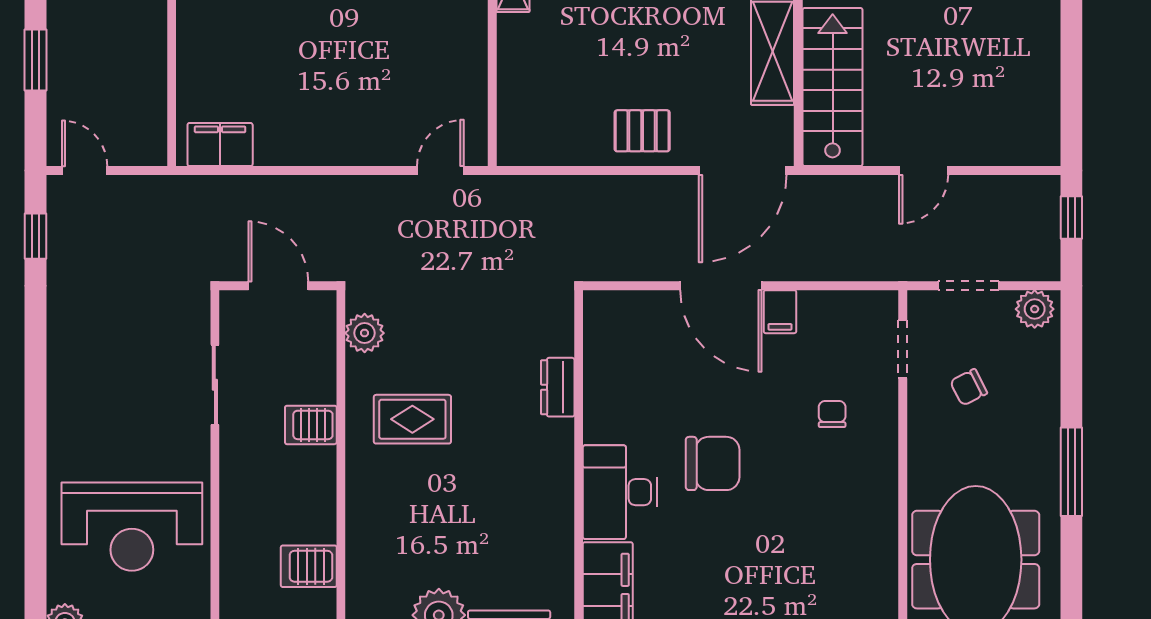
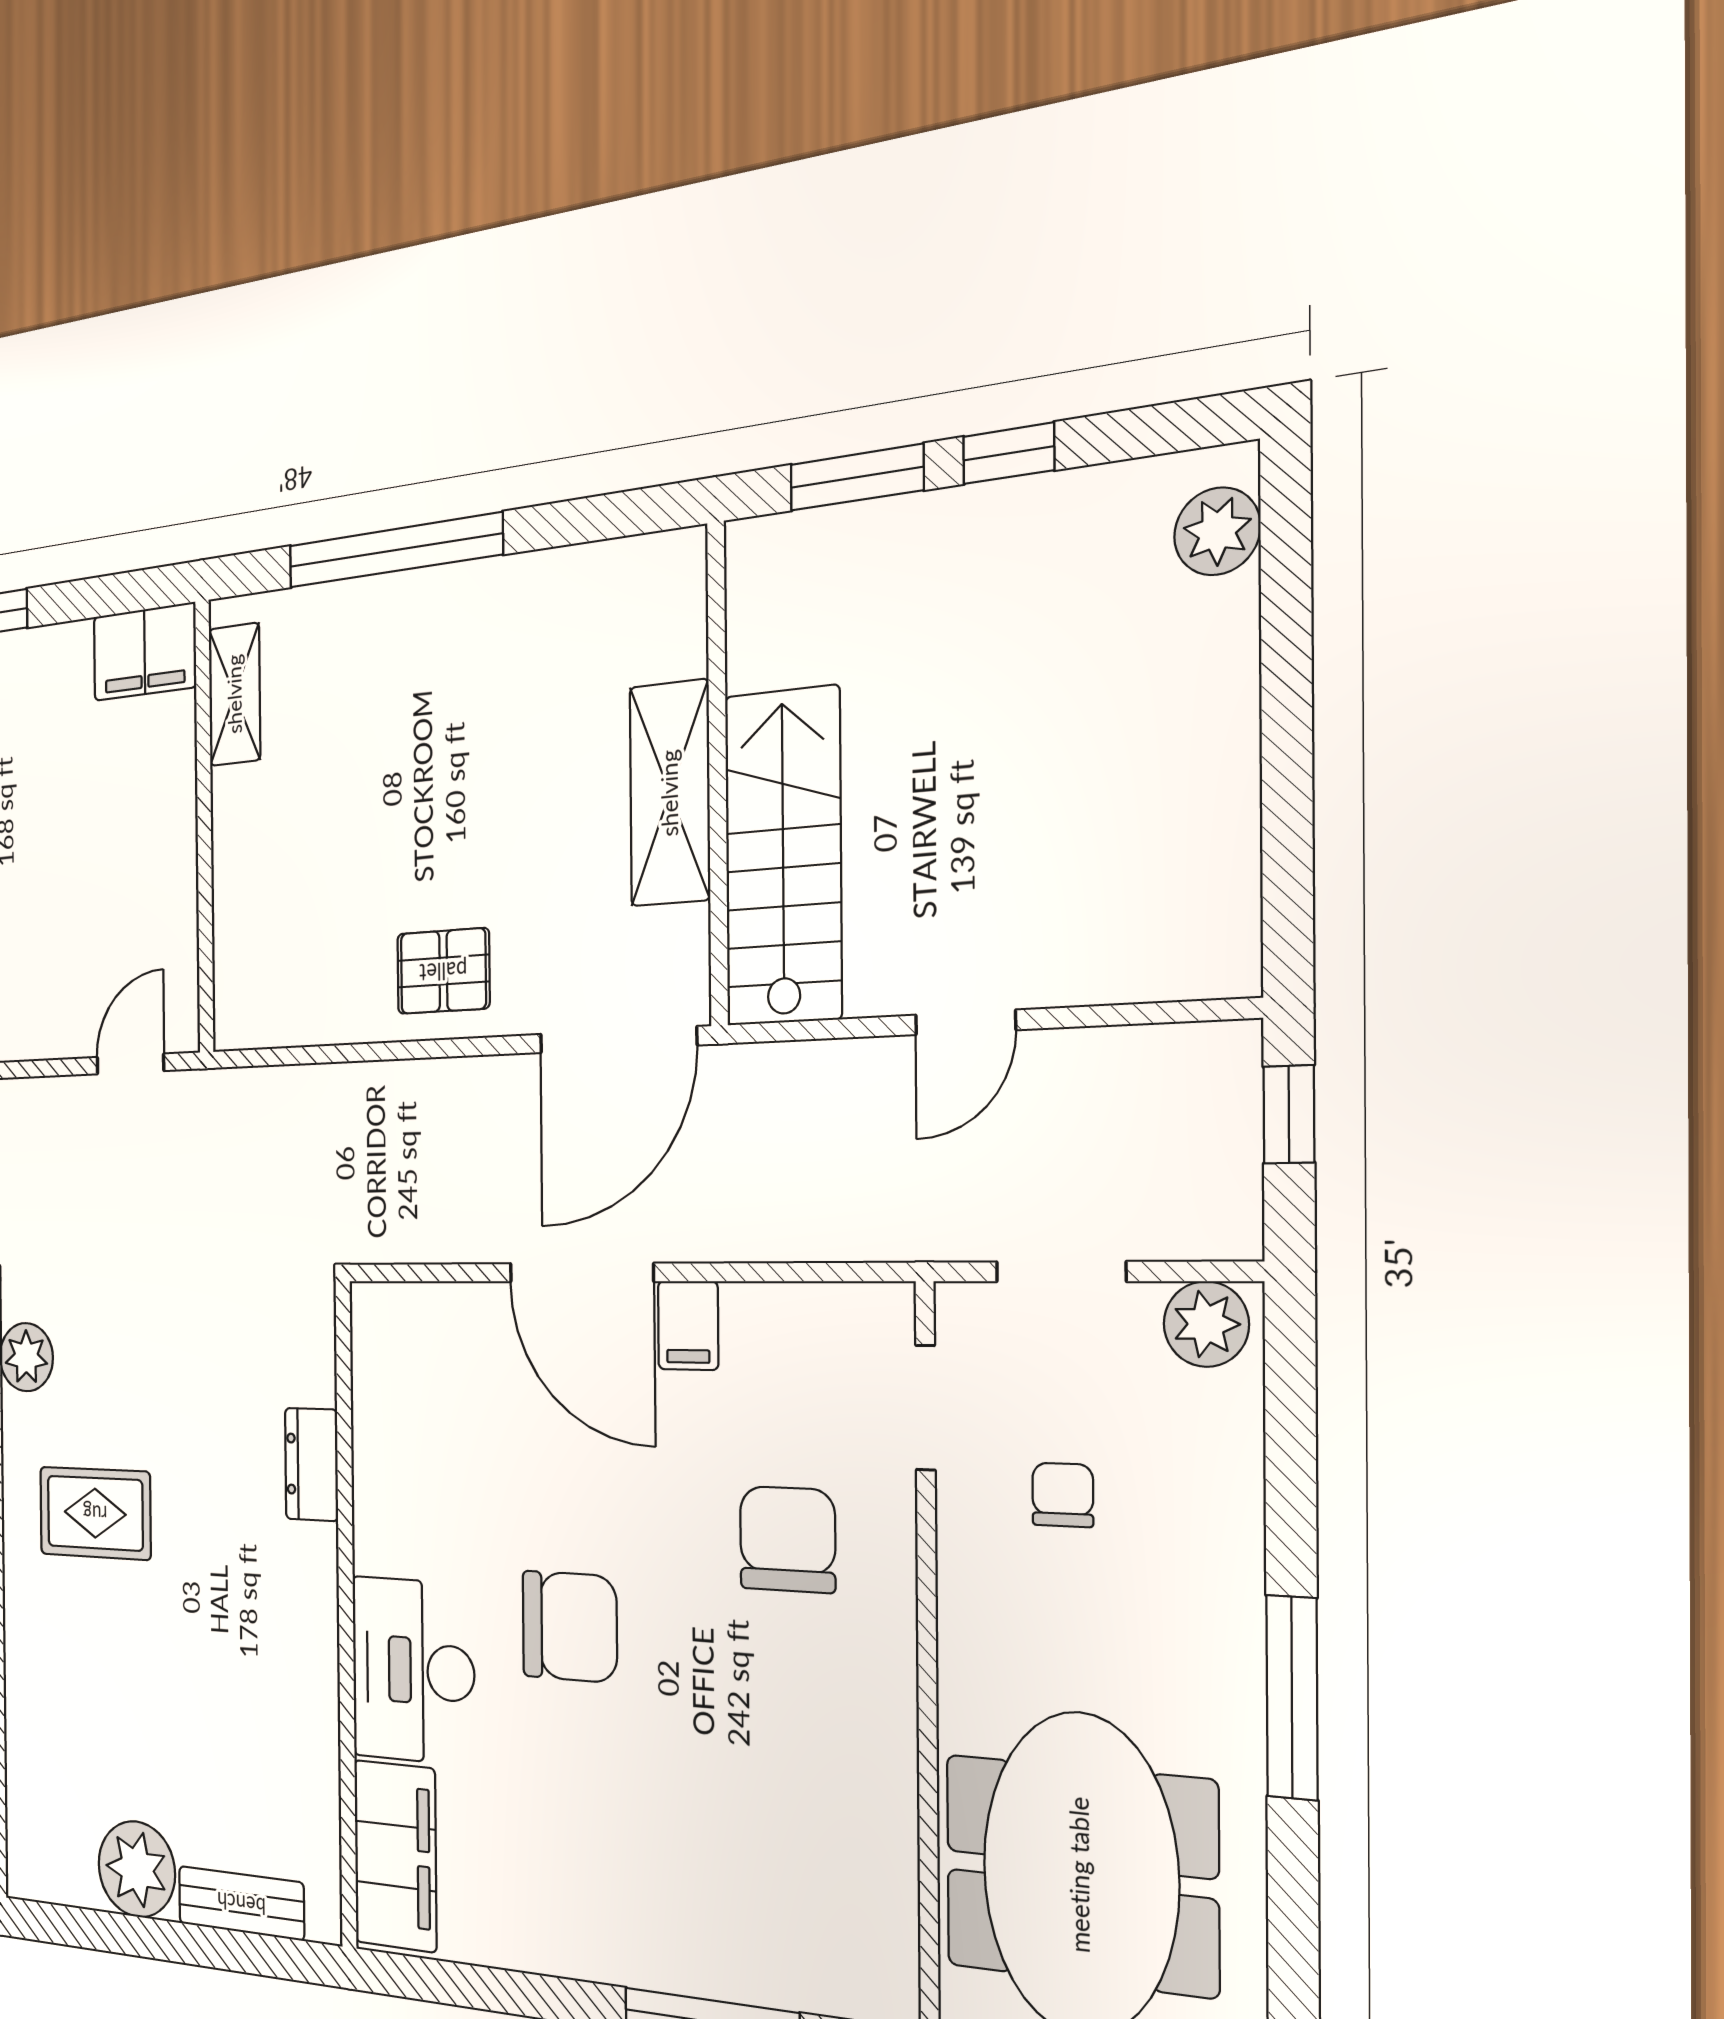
chair: (969, 387) -> (1063, 1495), turned 117
chair: (832, 414) -> (788, 1539), width x1.87, depth x1.87

